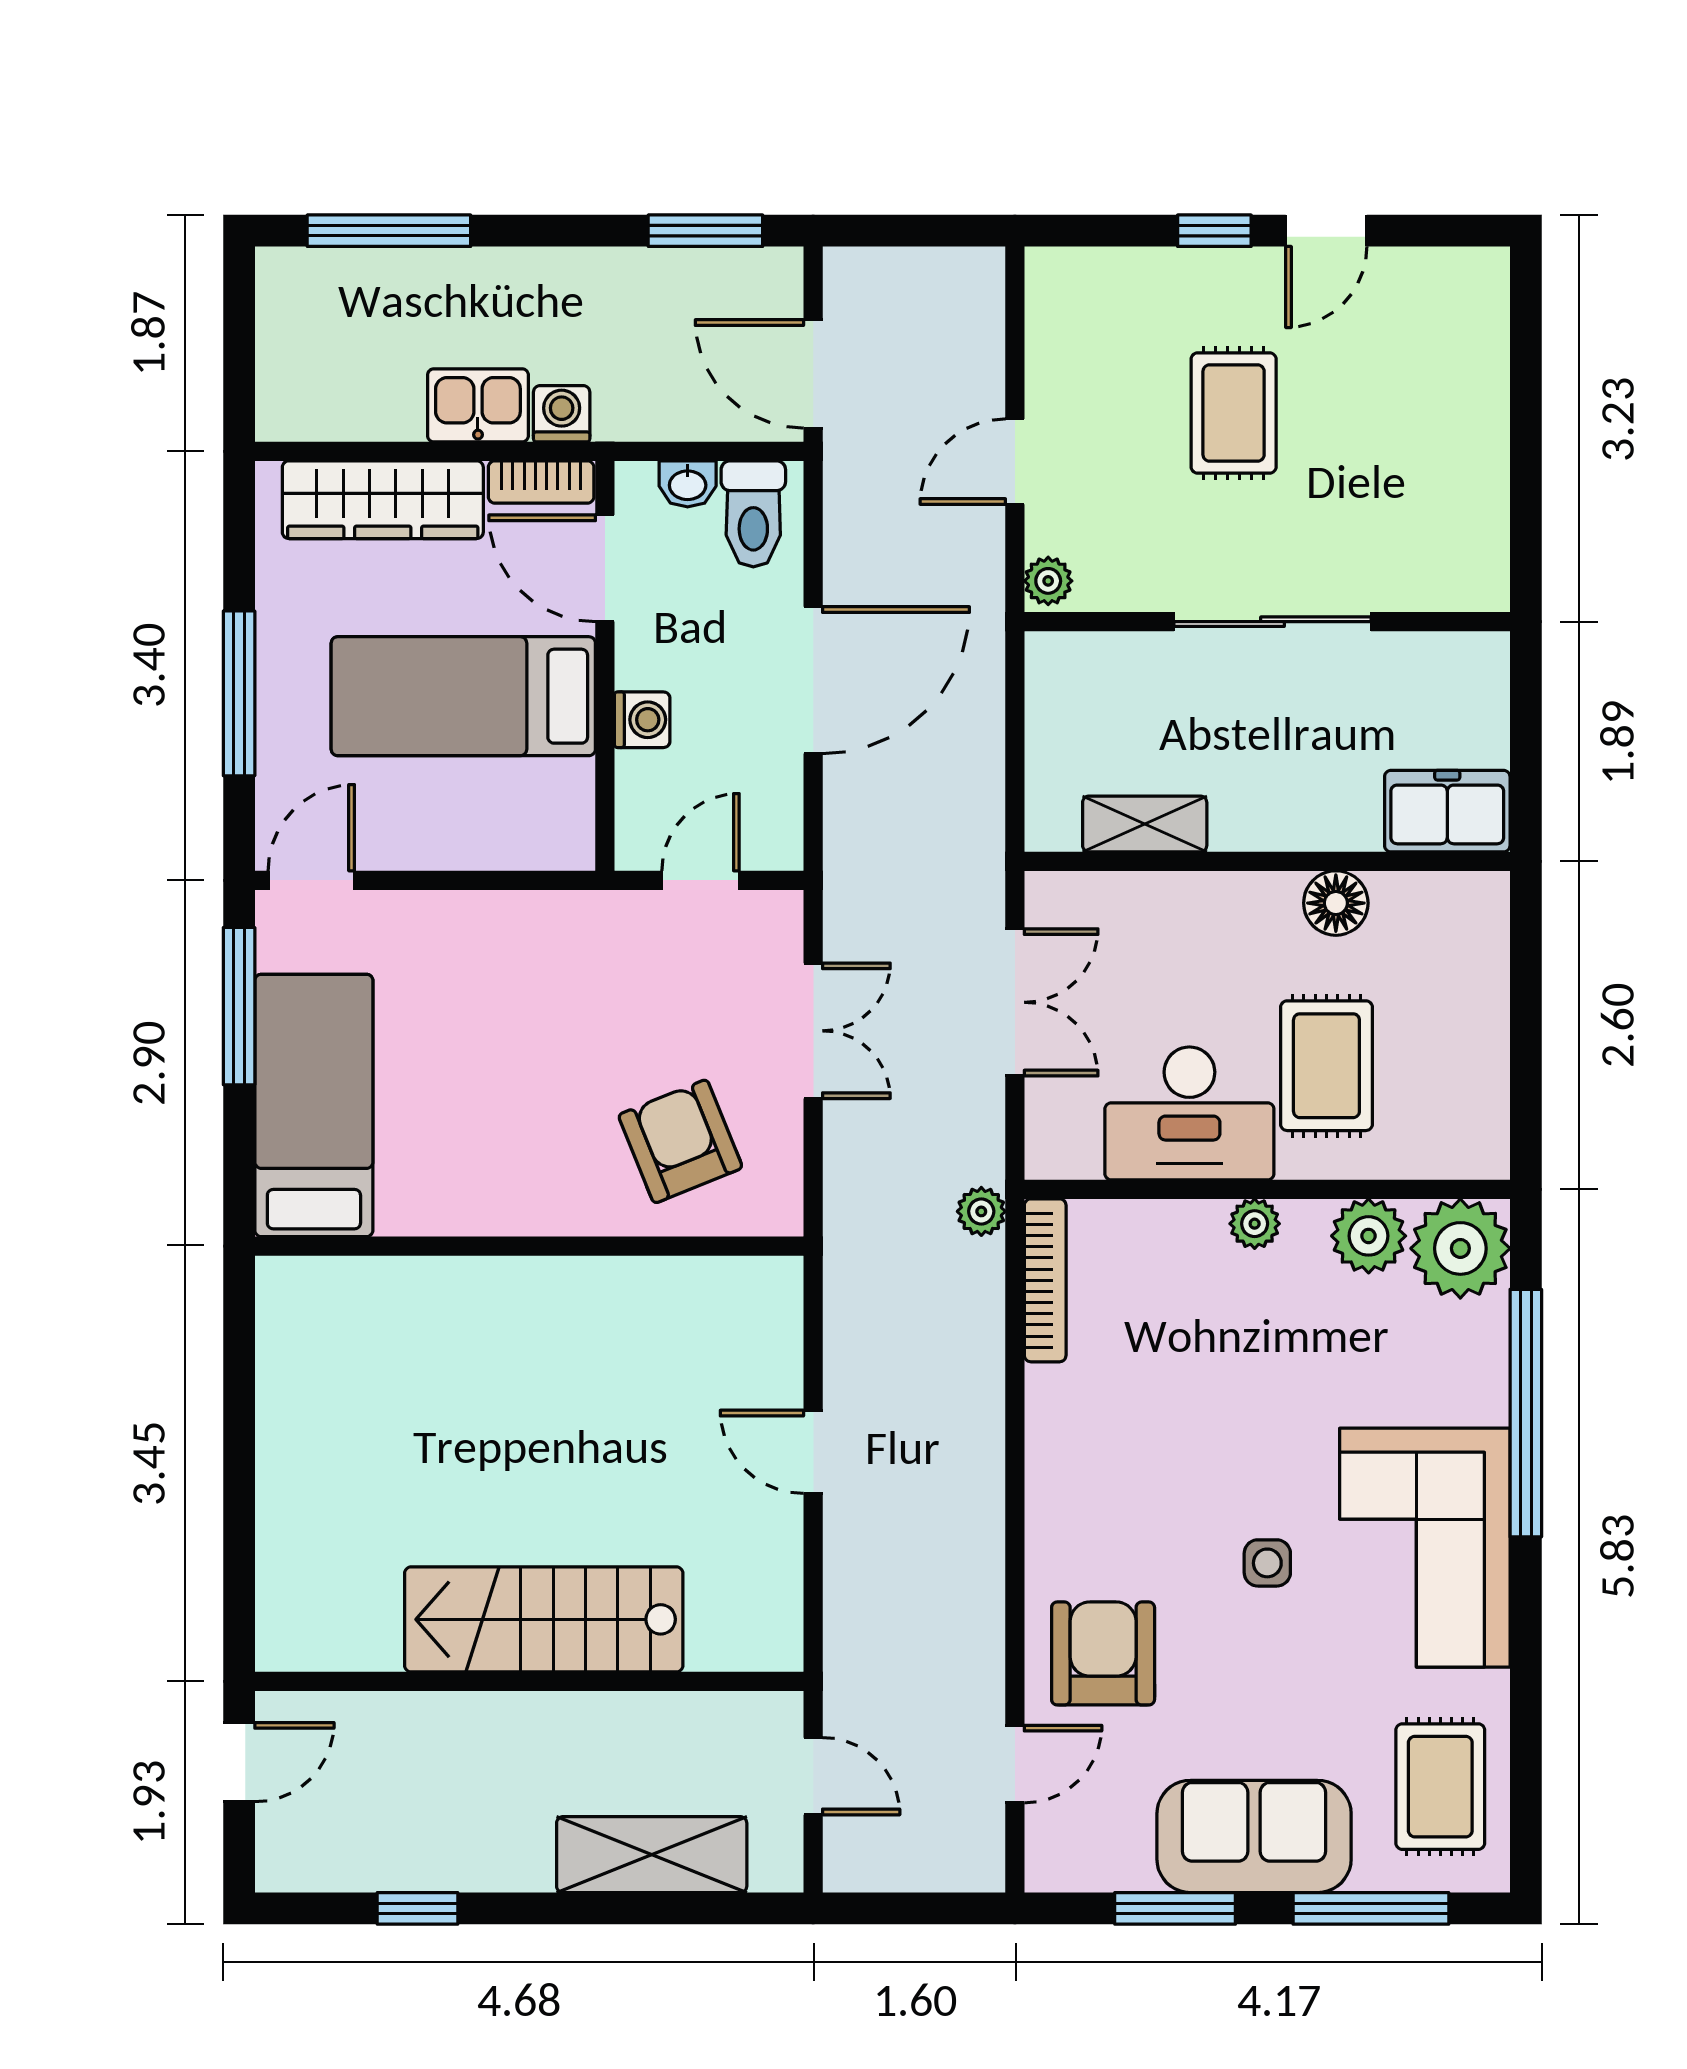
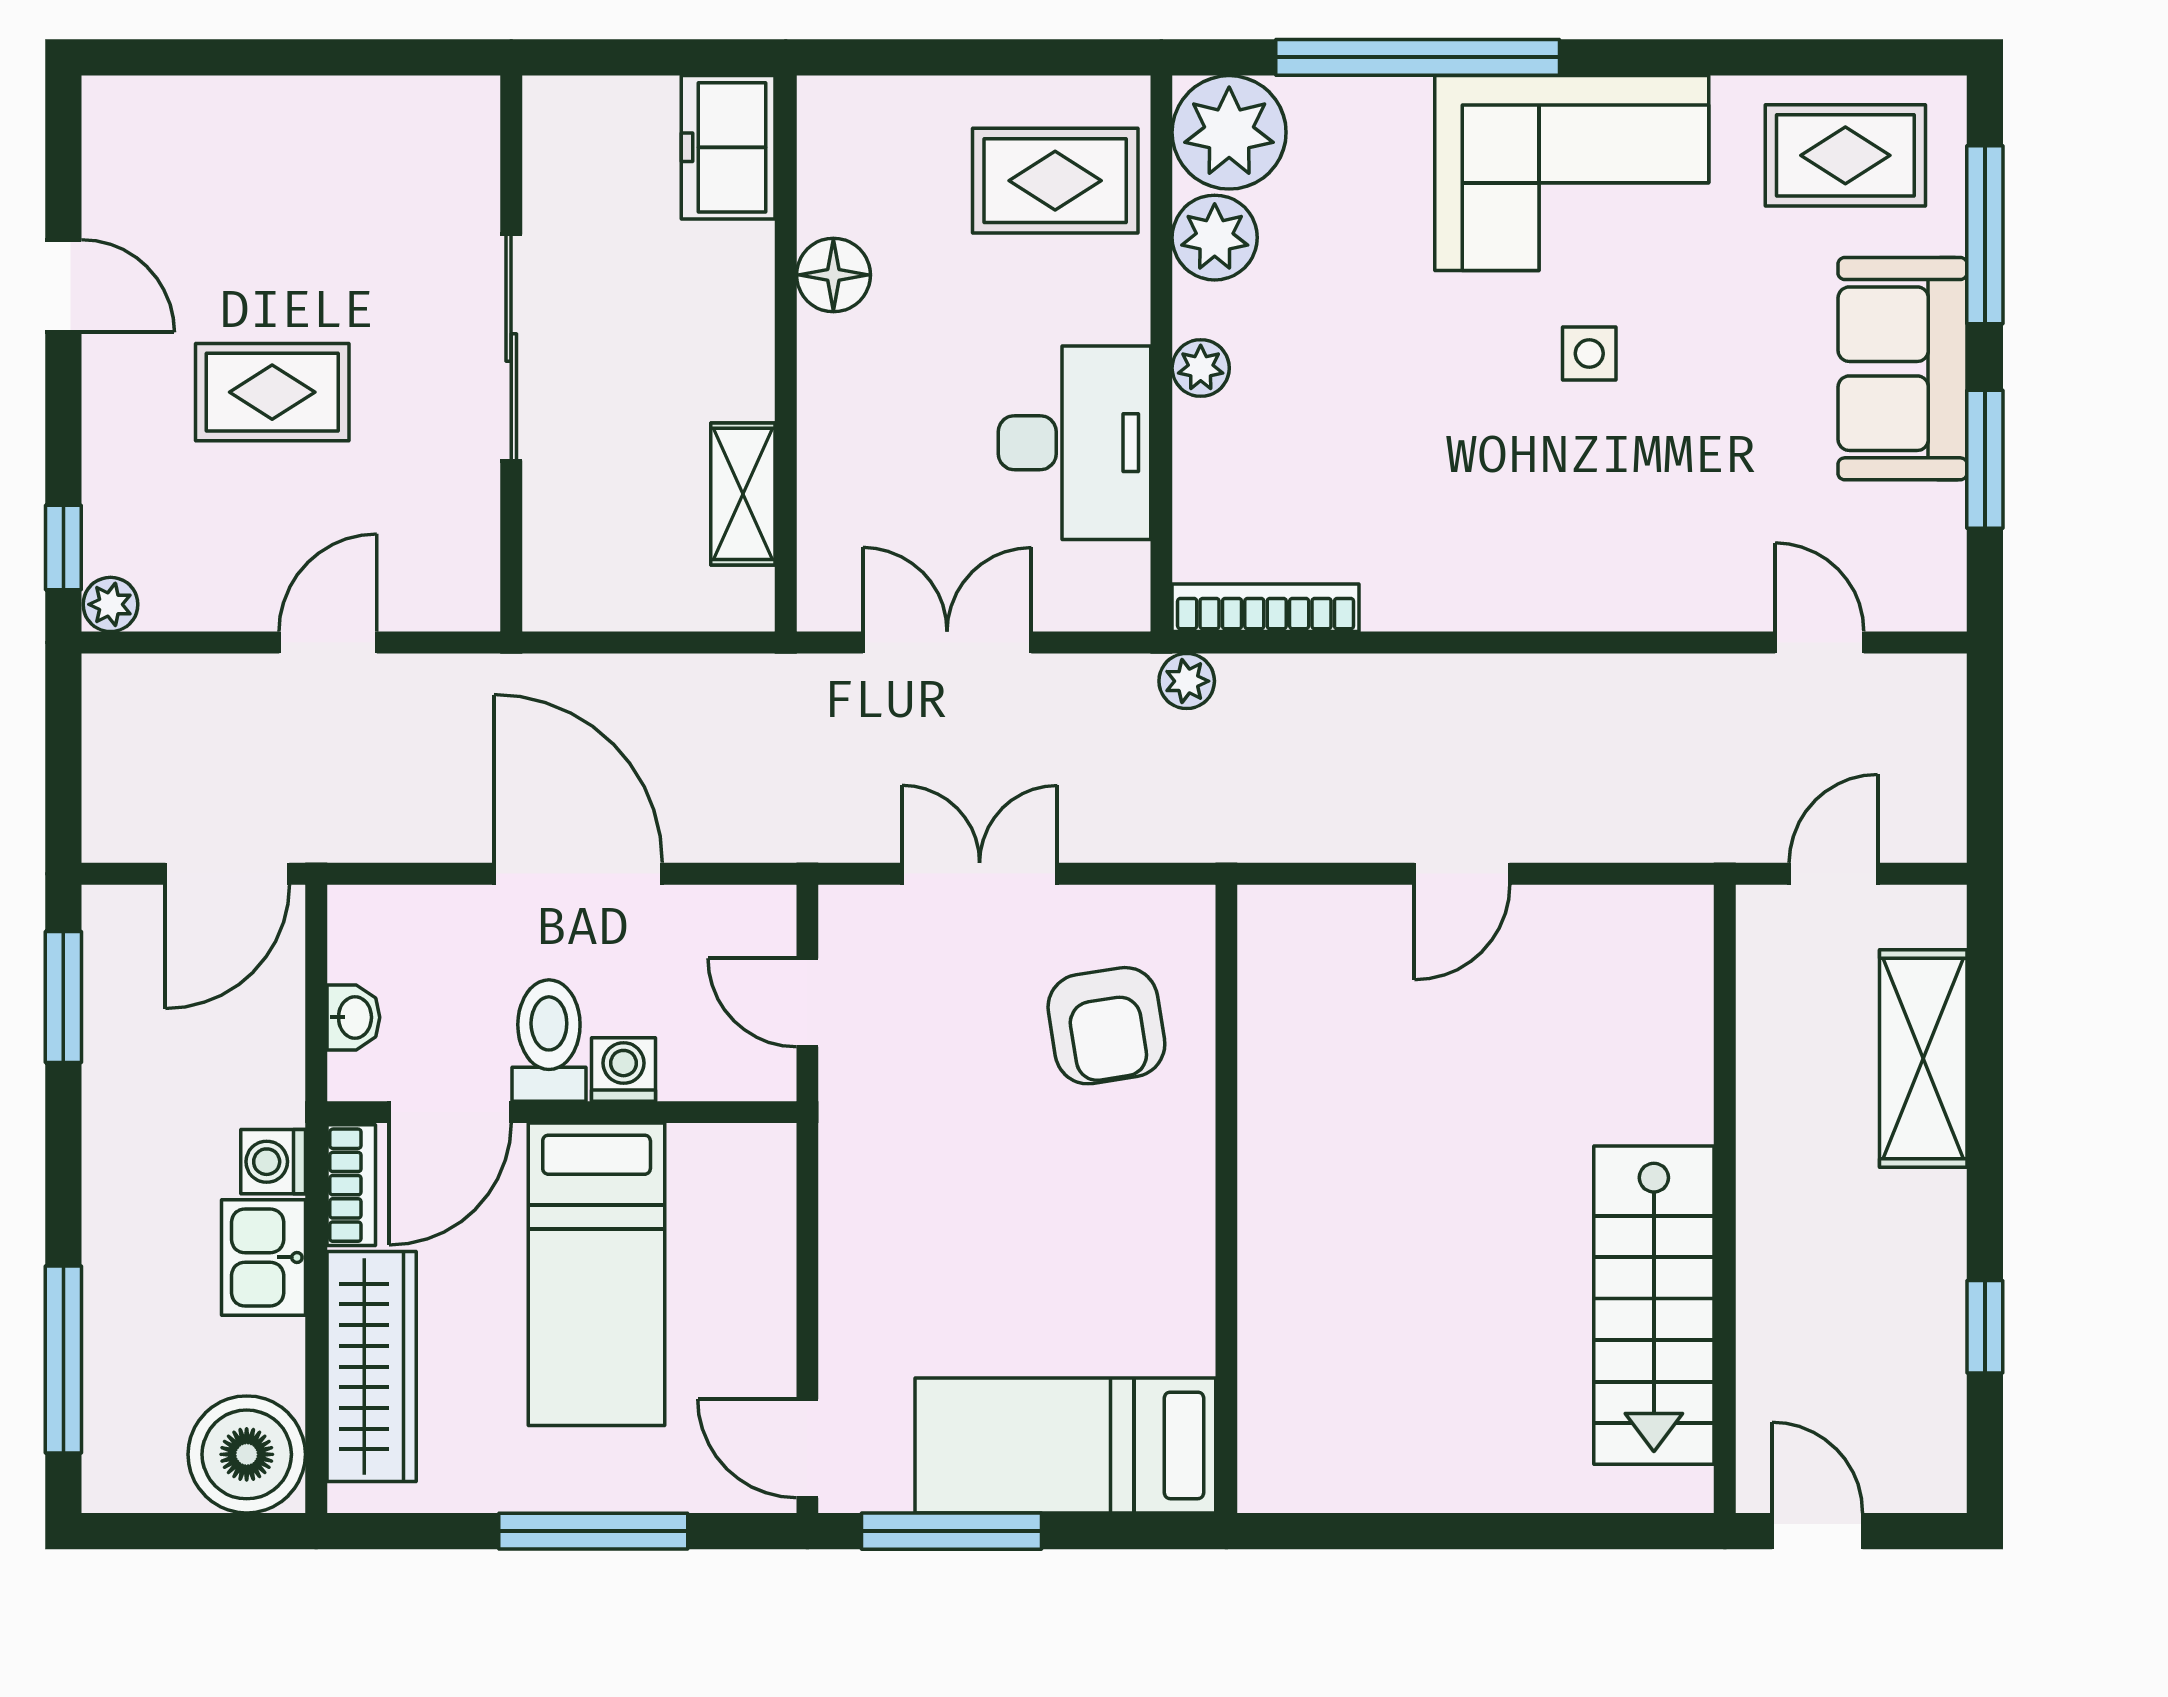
window: (1214, 231) -> (63, 548), moved
boiler: (306, 391) -> (247, 1454), added
door: (1015, 462) -> (328, 643), swing flipped
toilet: (753, 514) -> (549, 1040), moved, turned -90
plant: (1048, 581) -> (111, 604), moved
rug: (1326, 1066) -> (1055, 181), moved
armchair: (680, 1141) -> (1106, 1026), turned -77
stairs: (544, 1619) -> (1654, 1305), moved
armchair: (1103, 1653) -> (1693, 542), removed

